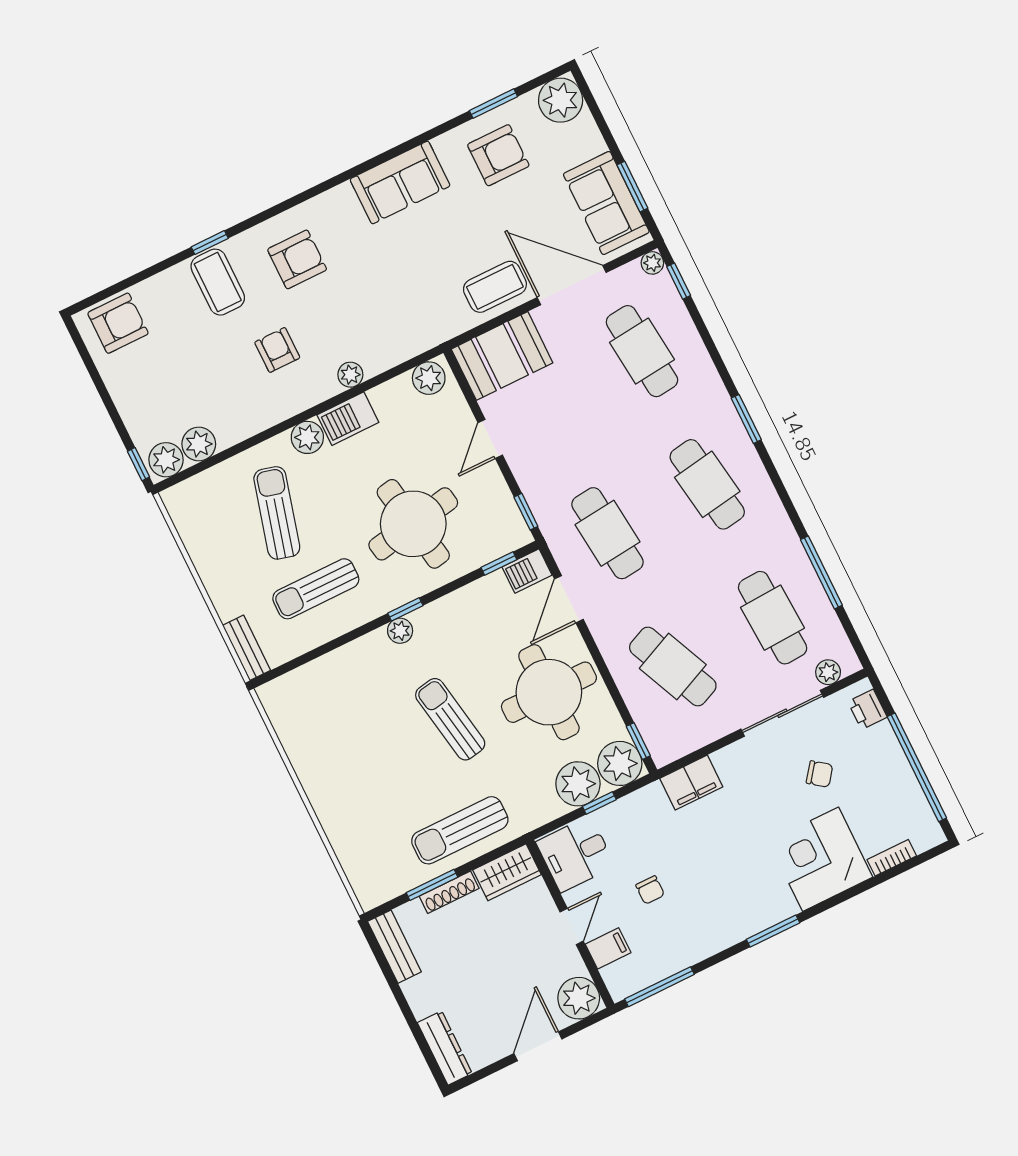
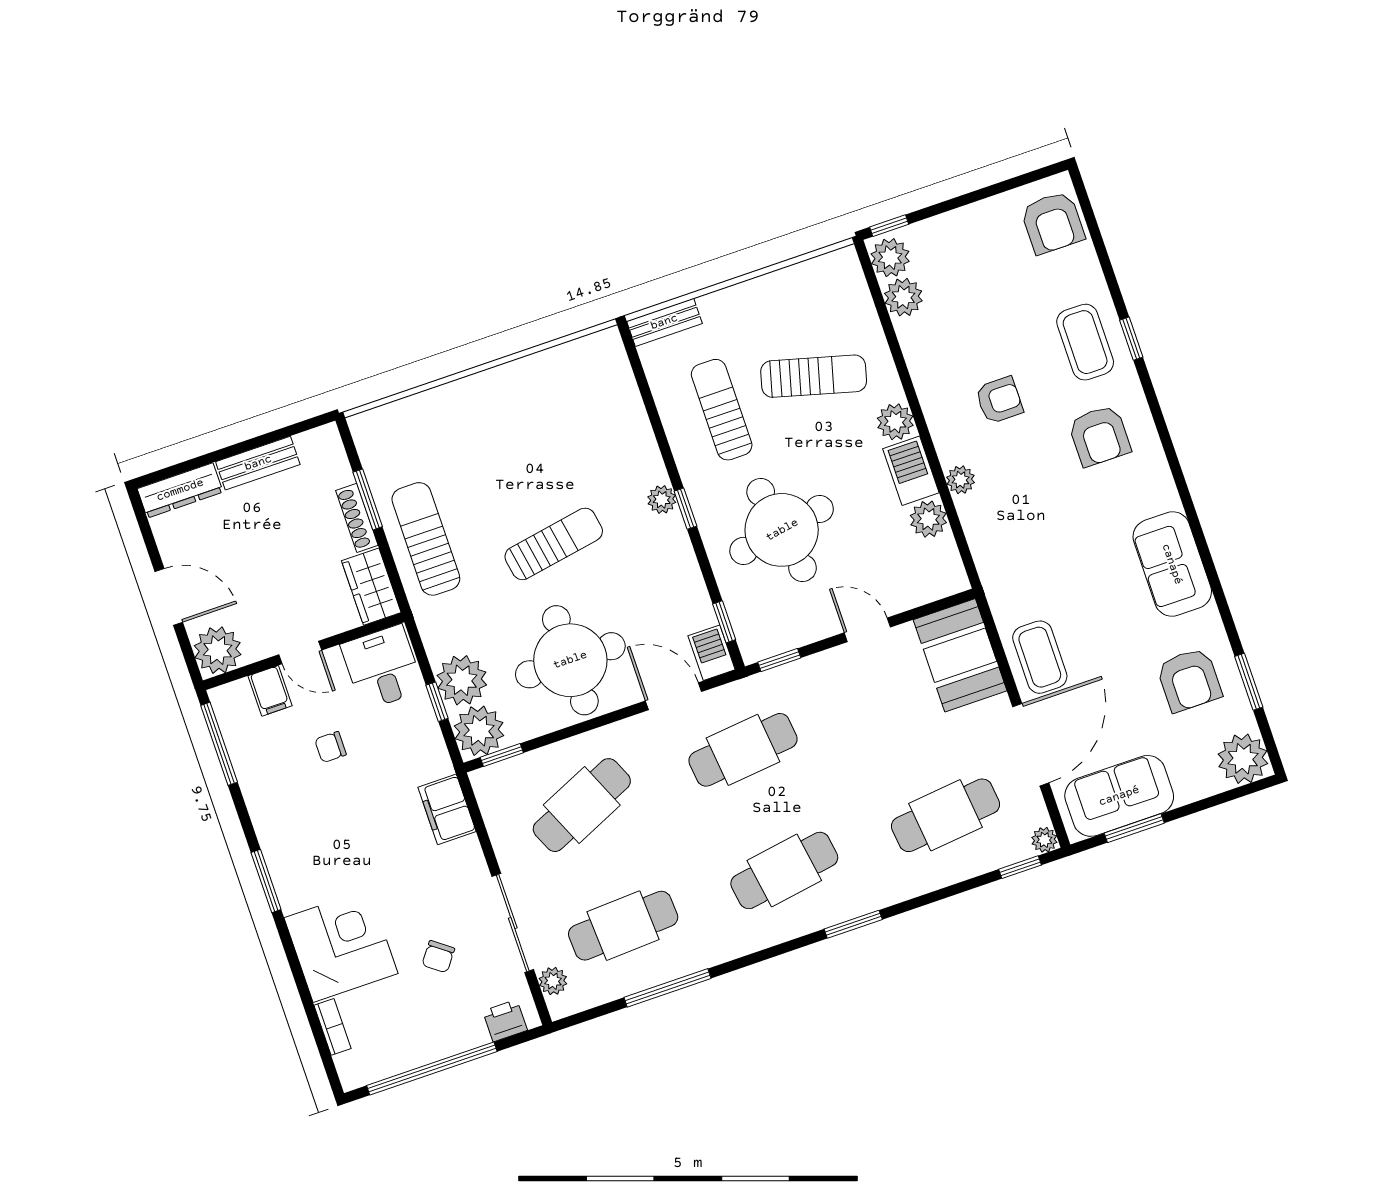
coffee table: (218, 282) -> (1085, 342), turned 90
plant: (429, 378) -> (928, 519), moved
bench: (394, 947) -> (258, 463), moved

